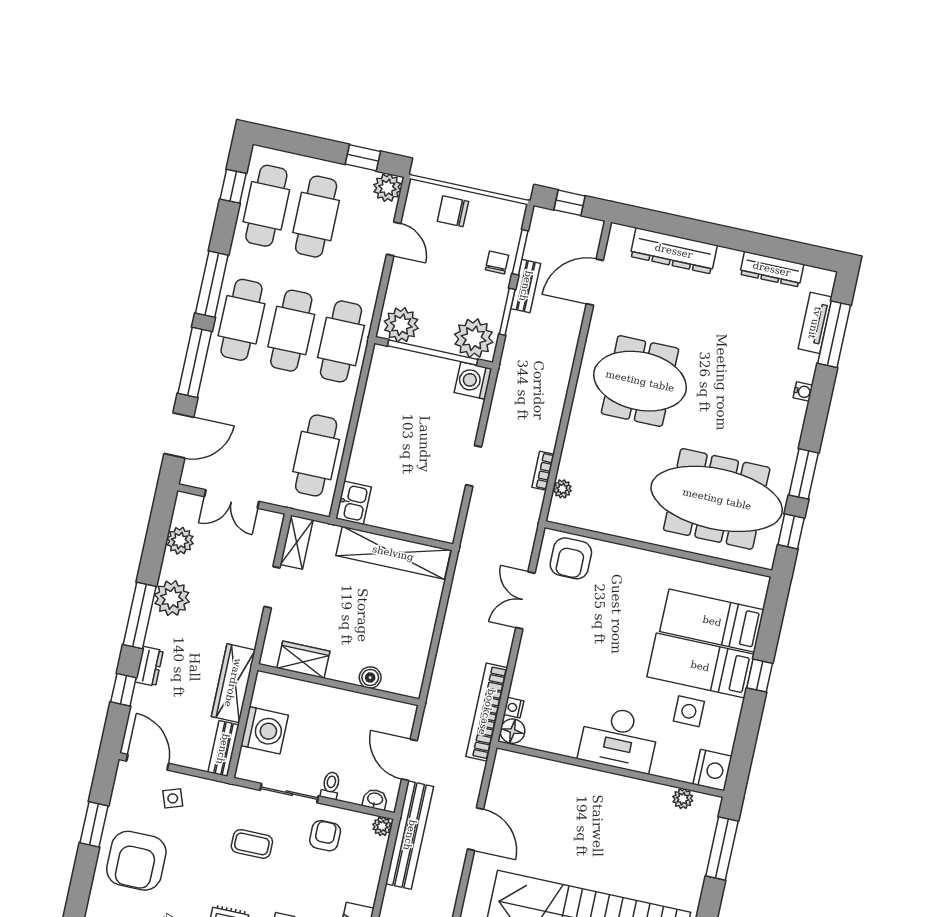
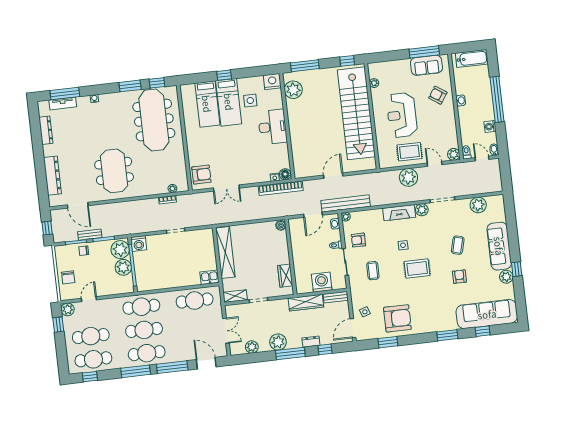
plant: (401, 325) -> (123, 267), moved
boiler: (370, 678) -> (281, 225), moved
plant: (683, 799) -> (293, 90), width x1.88, depth x1.88

